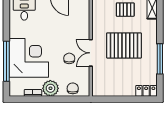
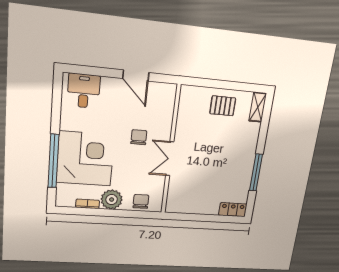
pallet: (124, 45) -> (214, 152), removed
chair: (69, 58) -> (139, 137), moved

